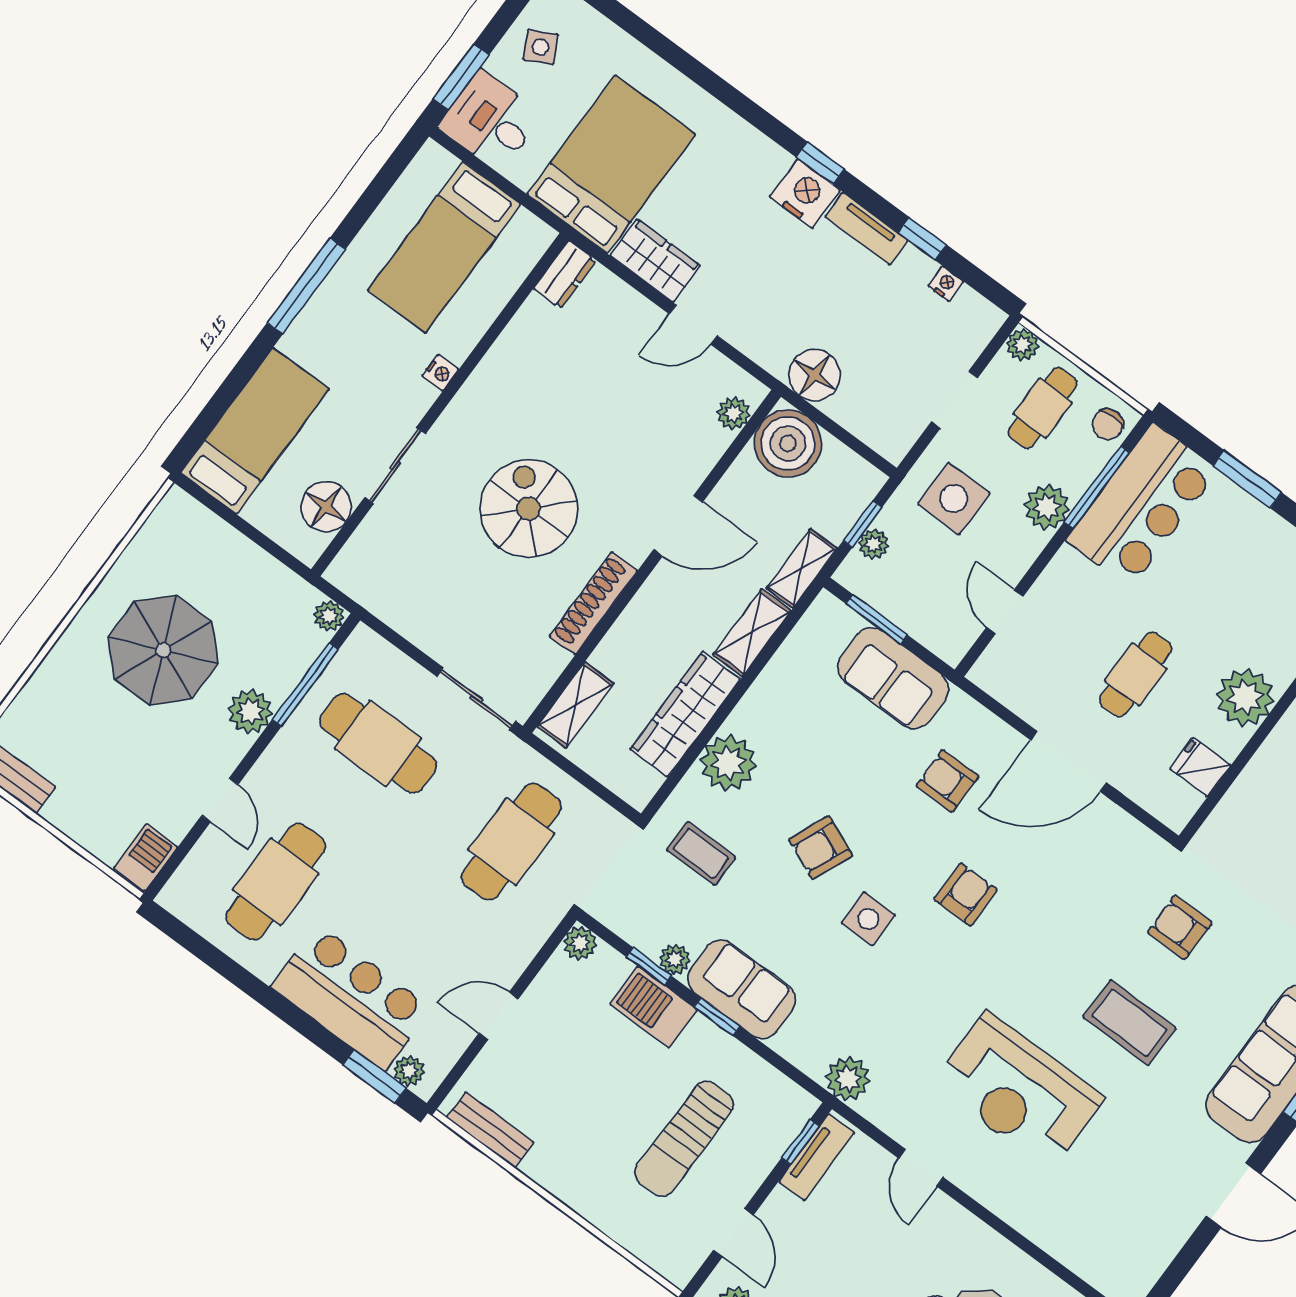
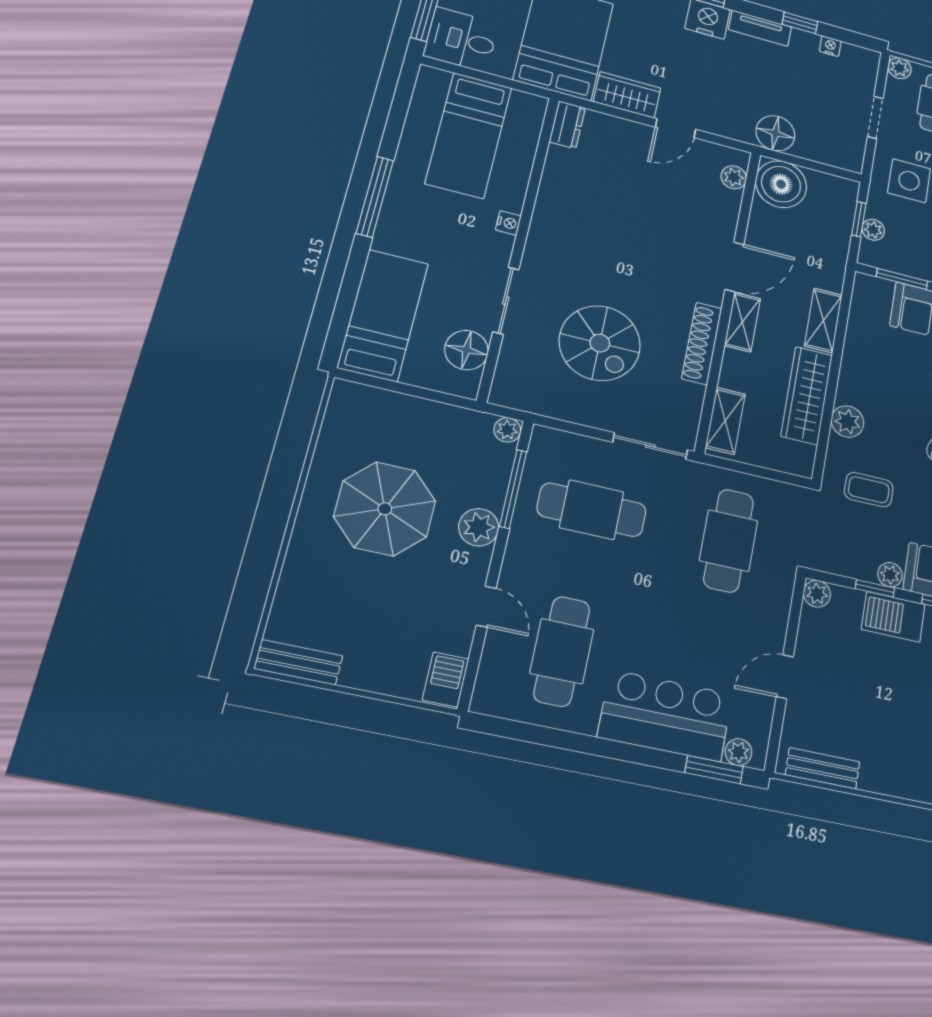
spiral stairs: (529, 509) -> (600, 343), moved, turned 180
shelving: (802, 568) -> (742, 322), moved
plant: (728, 763) -> (847, 422), width x0.73, depth x0.73

